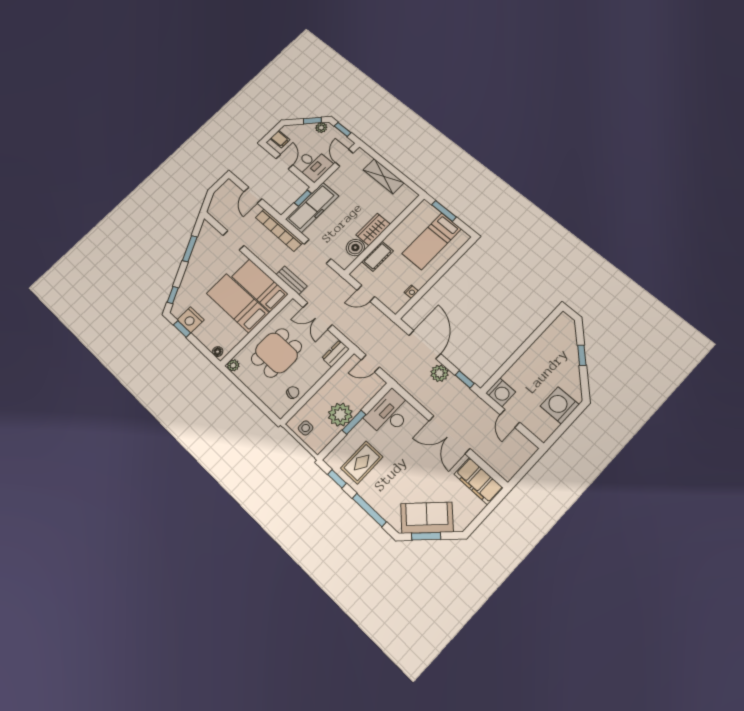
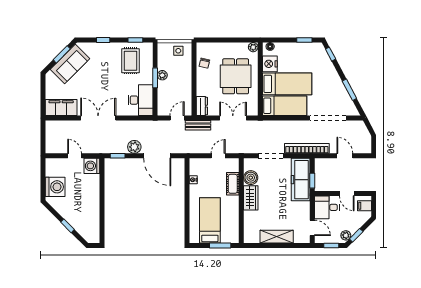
doorway: (233, 240) -> (328, 118), width x1.88
bench: (292, 280) -> (198, 125), moved
nightstand: (191, 320) -> (270, 64), moved, turned -90
plant: (340, 415) -> (162, 75), width x0.53, depth x0.53
window: (369, 510) -> (103, 40), width x0.46

